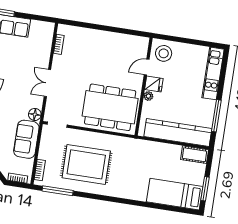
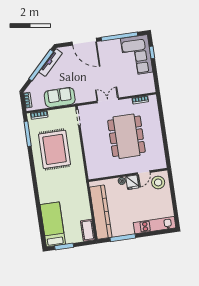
door: (147, 67) -> (144, 173), swing flipped
dining table: (110, 107) -> (126, 136), moved
floor lamp: (35, 114) -> (81, 98), removed

